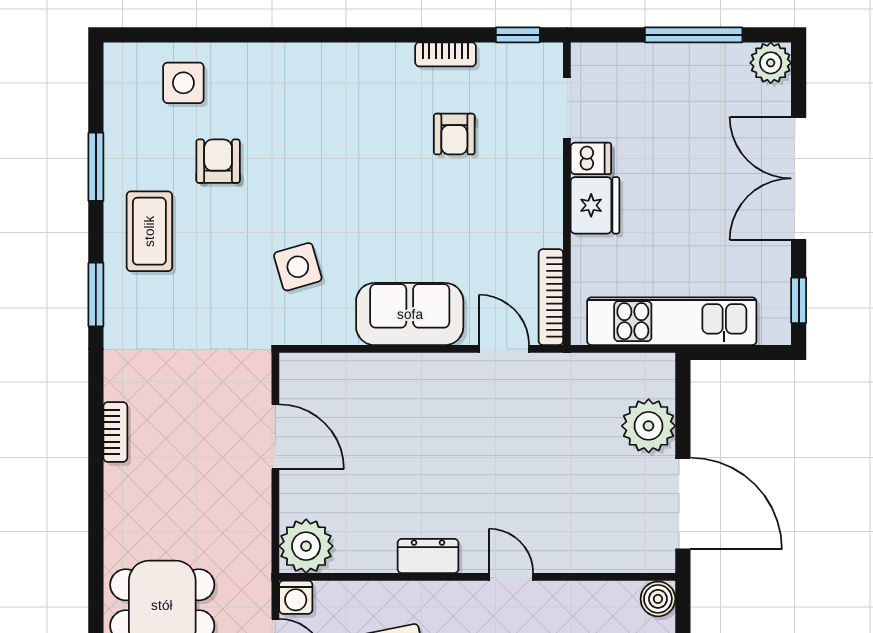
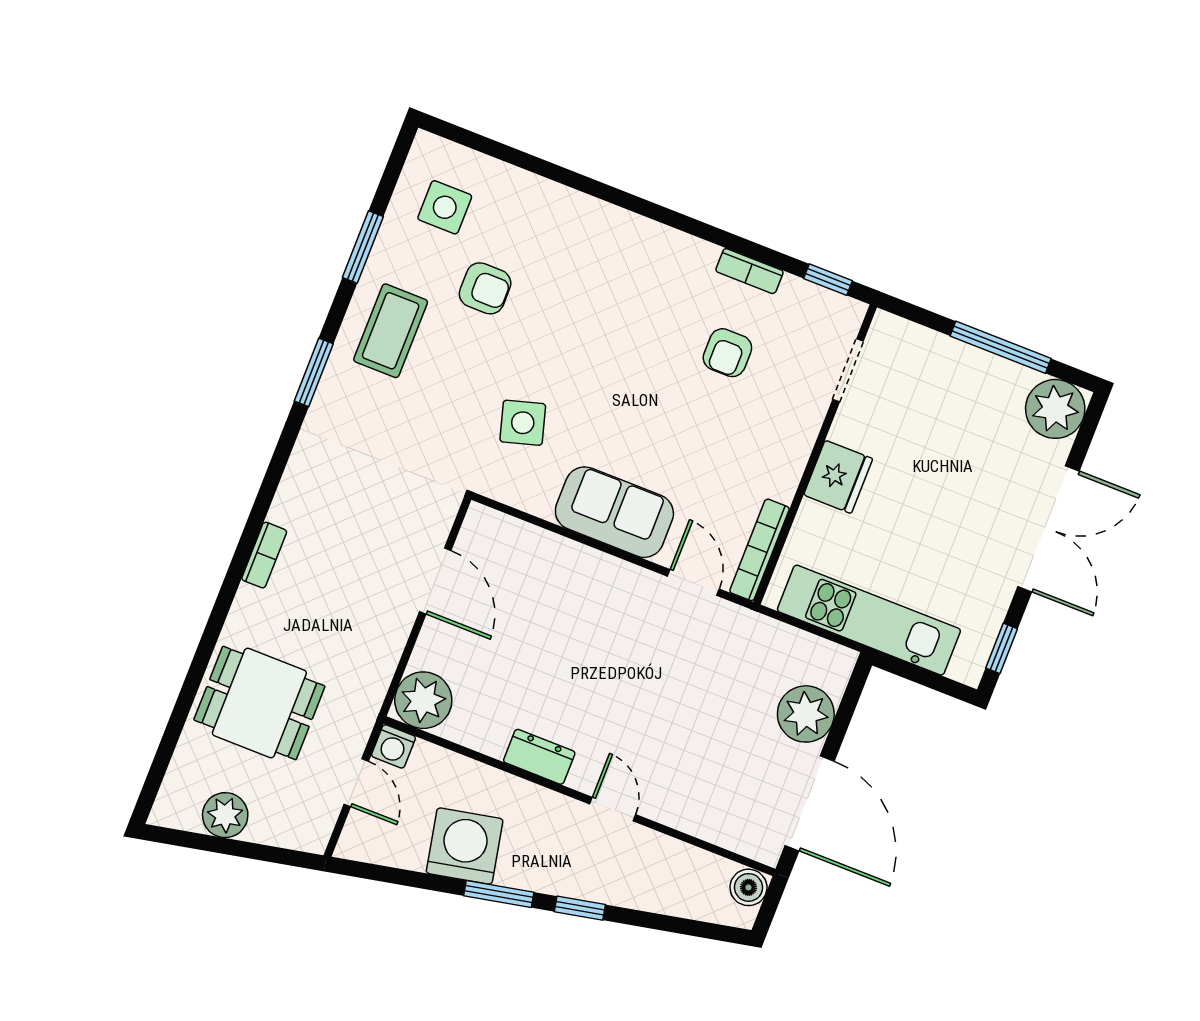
plant: (771, 63) -> (1055, 409), width x1.36, depth x1.36
side table: (183, 83) -> (445, 207), moved
dishwasher: (591, 158) -> (852, 429), removed
armchair: (218, 161) -> (485, 288), turned 90
double door: (799, 178) -> (1048, 529), swing flipped
bookcase: (115, 432) -> (264, 555), moved

